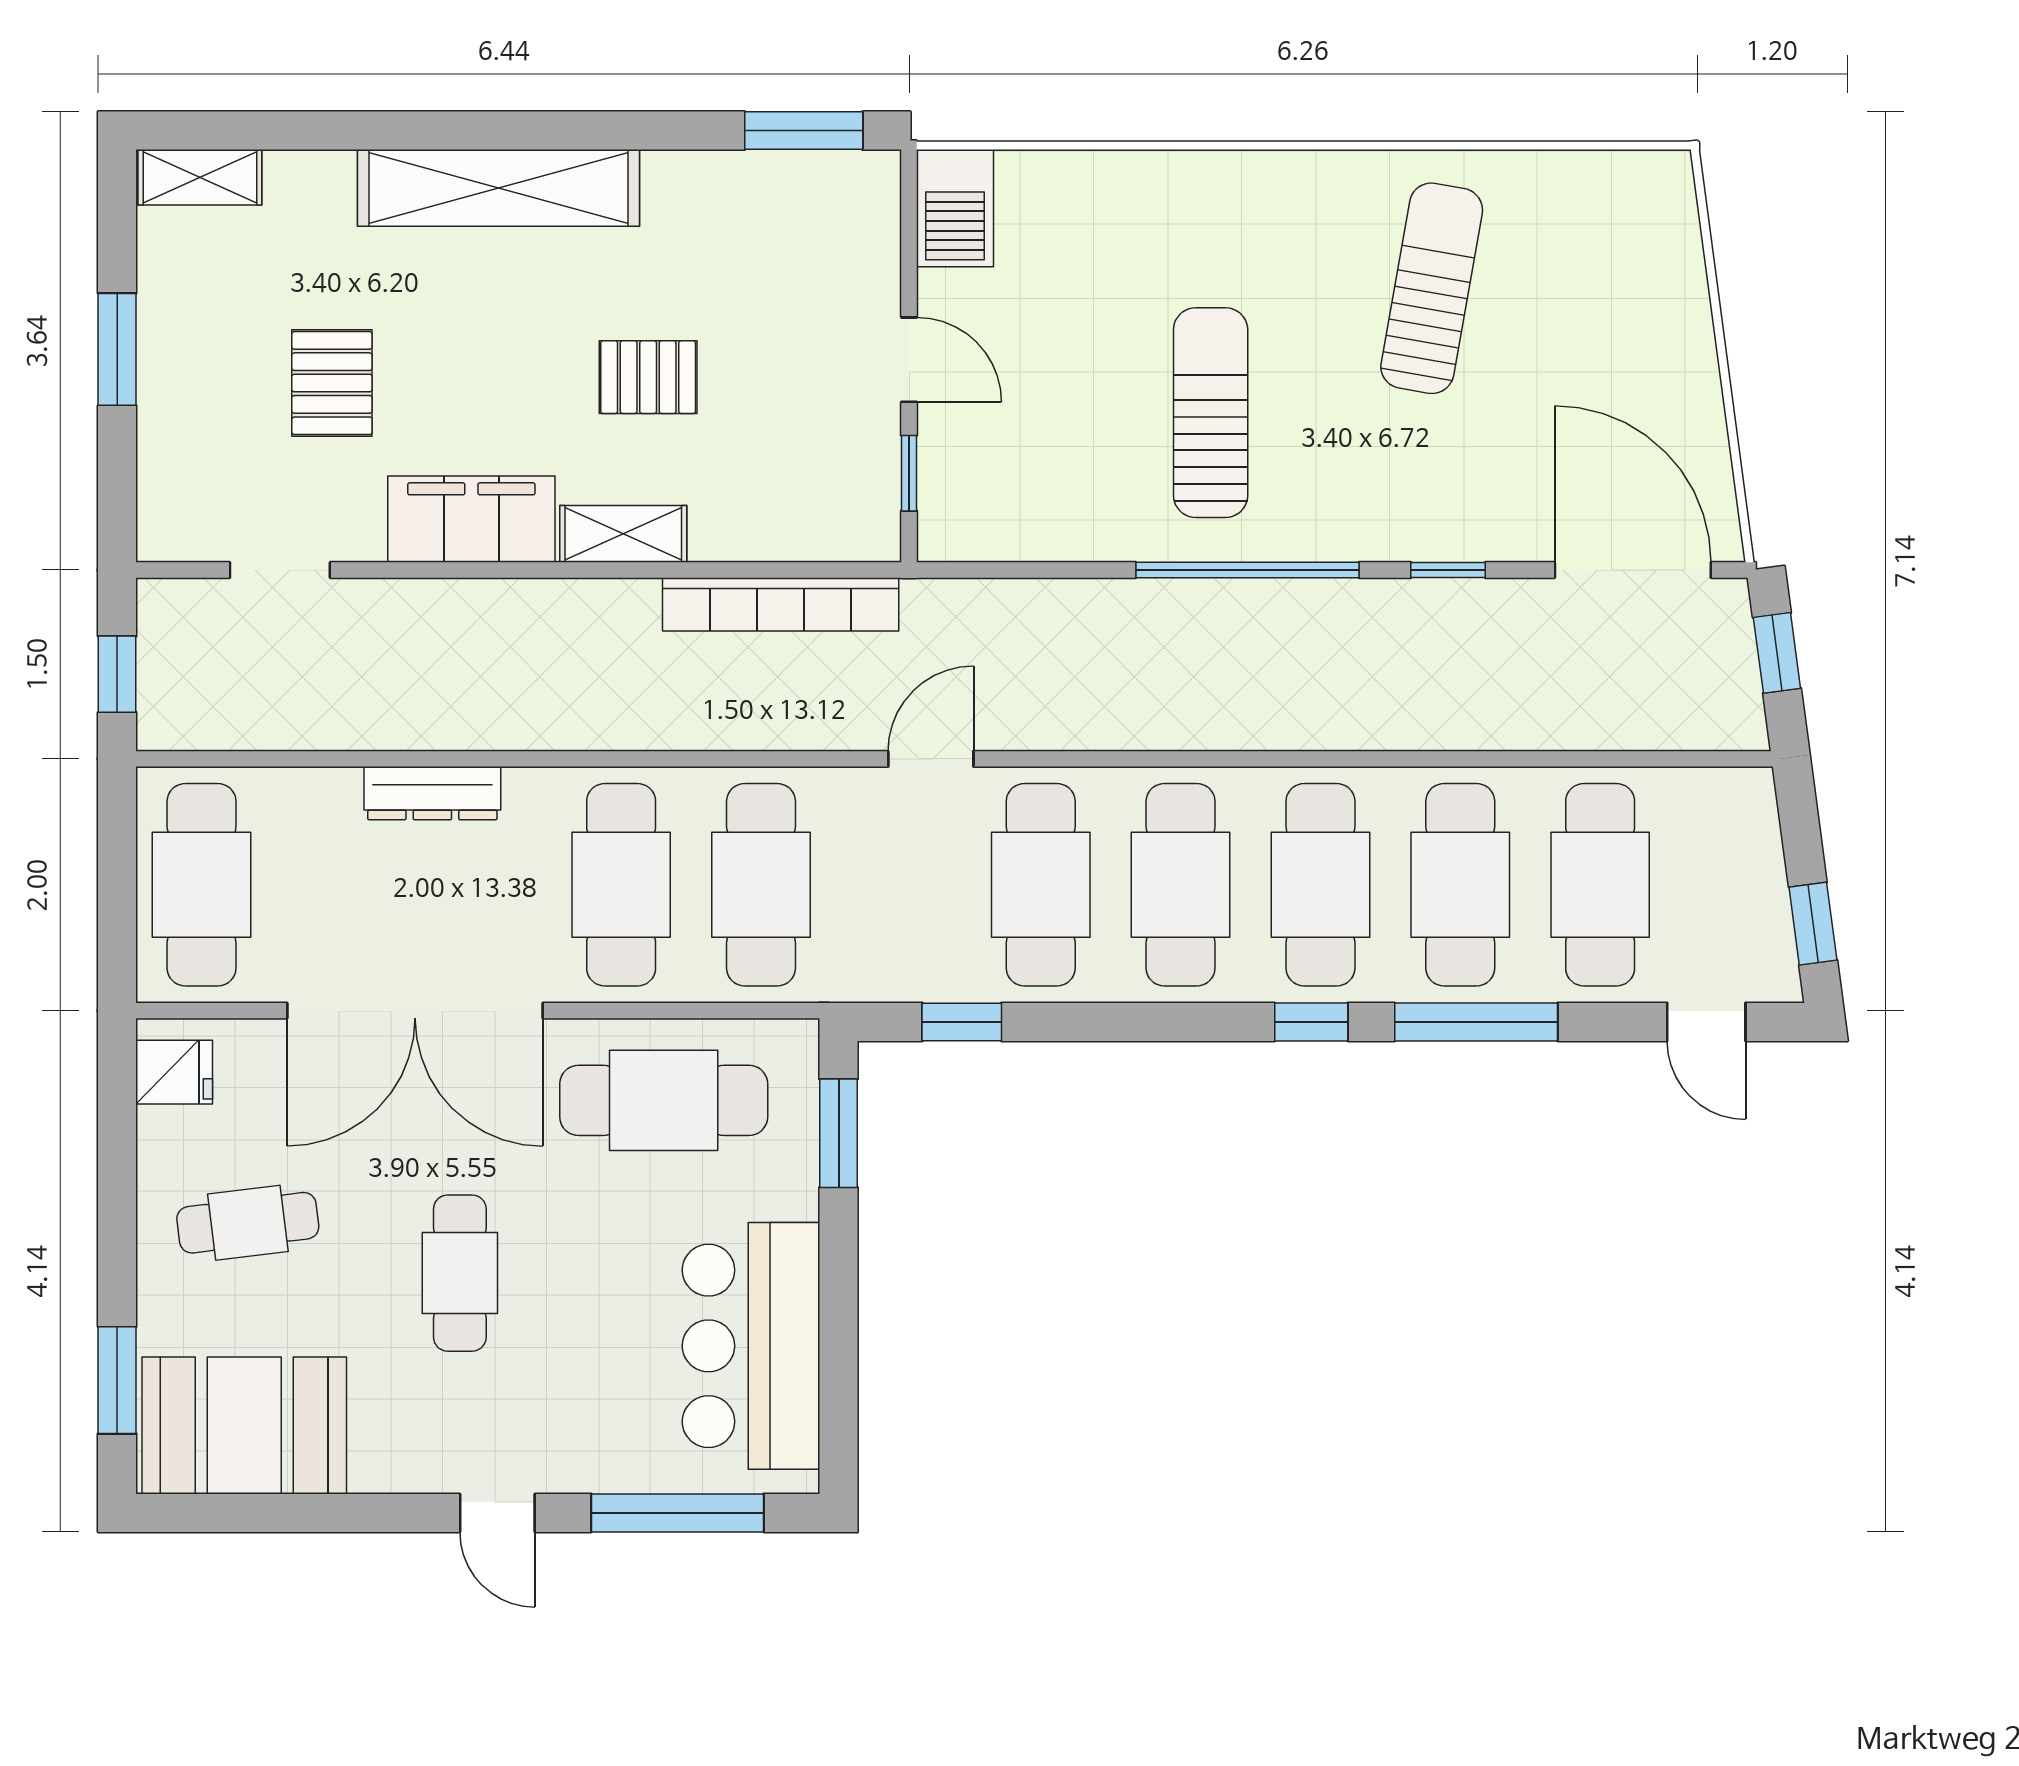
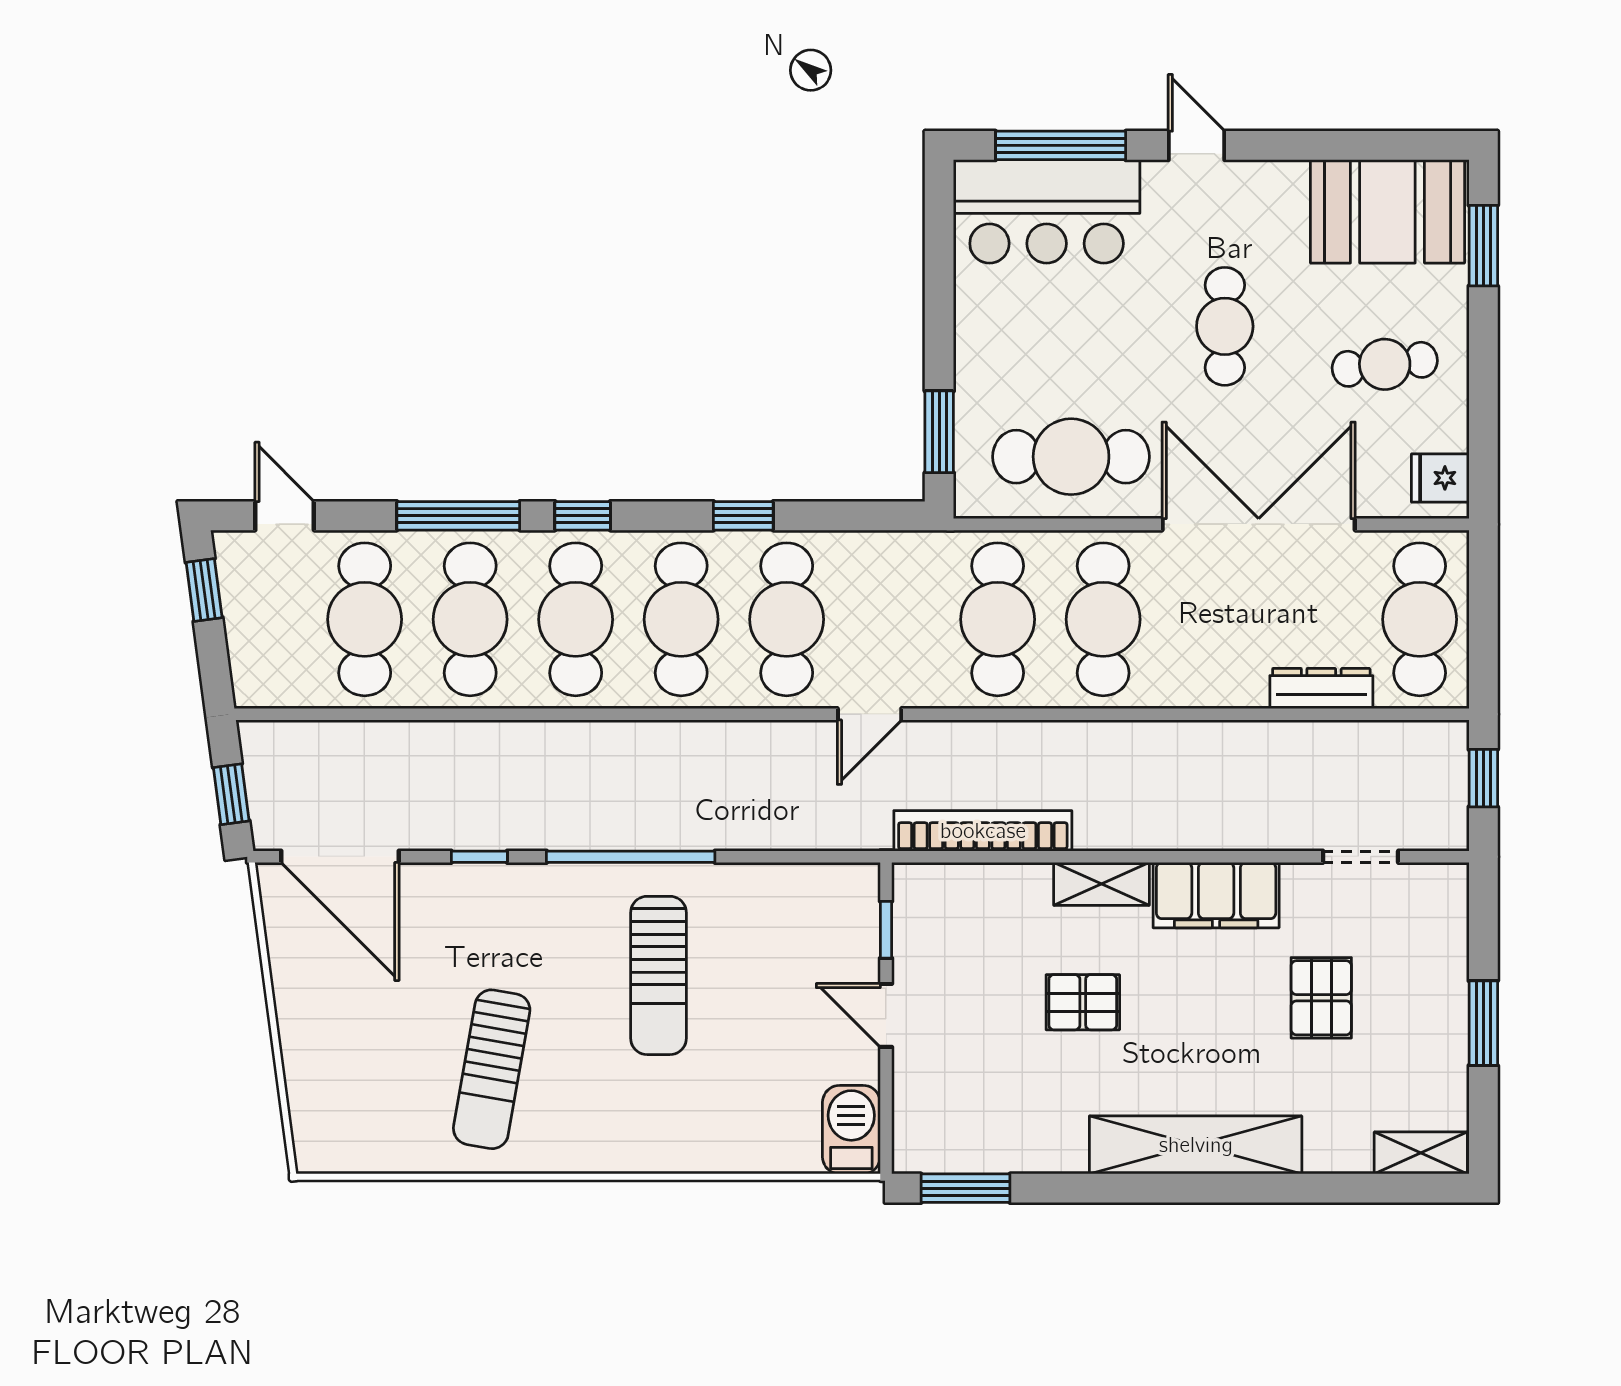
dresser: (432, 793) -> (1321, 688), moved
window: (962, 1022) -> (743, 516), moved
bar counter: (751, 1346) -> (1047, 211), moved, turned 90

